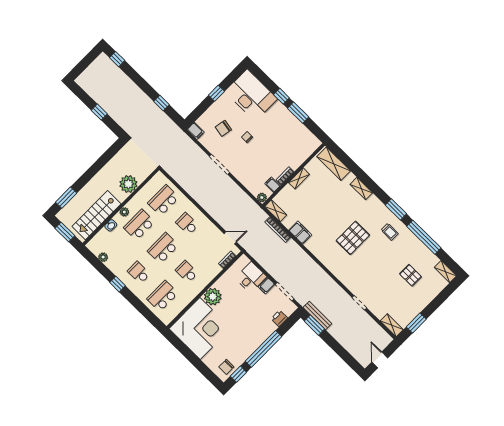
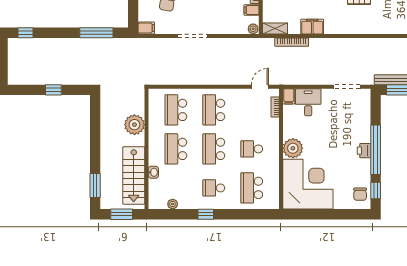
window: (161, 103) -> (96, 33), width x2.17
plant: (124, 212) -> (154, 151), removed
school desk: (187, 224) -> (214, 110), width x1.85
filing cabinet: (267, 286) -> (289, 96), moved
printer: (279, 318) -> (364, 151), moved

